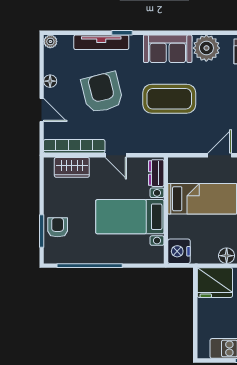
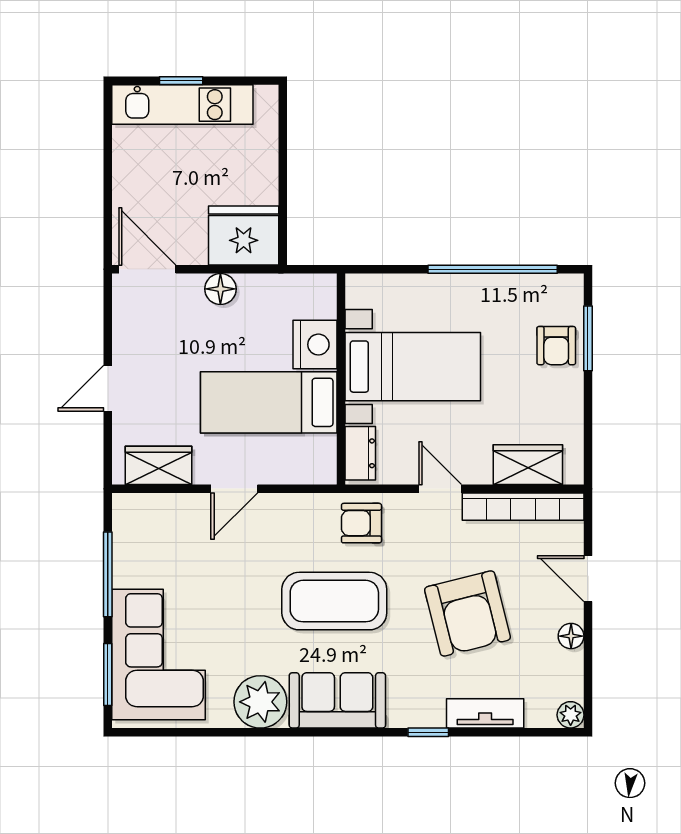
tv unit: (101, 42) -> (485, 713), width x0.71
armchair: (156, 138) -> (361, 523), added
nightstand: (179, 251) -> (315, 345), moved

